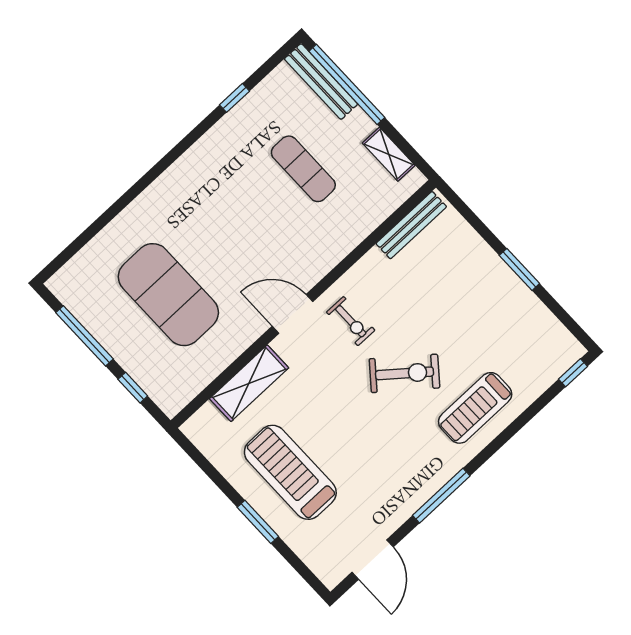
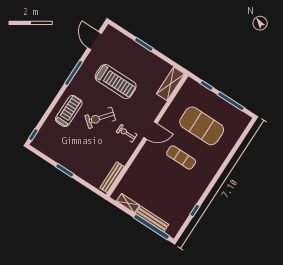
bench: (321, 82) -> (152, 219), moved
exercise mat: (303, 169) -> (181, 157), moved
shelving: (249, 383) -> (171, 84), moved
treadmill: (290, 472) -> (116, 82), moved

